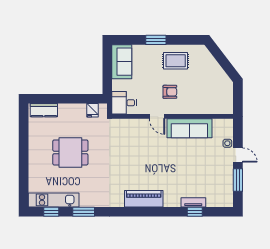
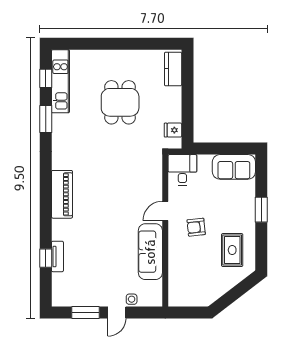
rug: (176, 61) -> (232, 250), moved
armchair: (170, 92) -> (196, 227), turned 84

